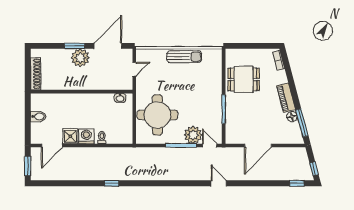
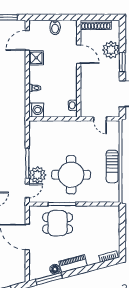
plant: (80, 58) -> (111, 50), moved
dining table: (244, 79) -> (58, 223), moved, turned 90
door: (66, 92) -> (79, 54), added
round table: (157, 115) -> (71, 175), moved
washing machine: (86, 136) -> (36, 110), moved
door: (52, 146) -> (27, 40), hinge flipped

